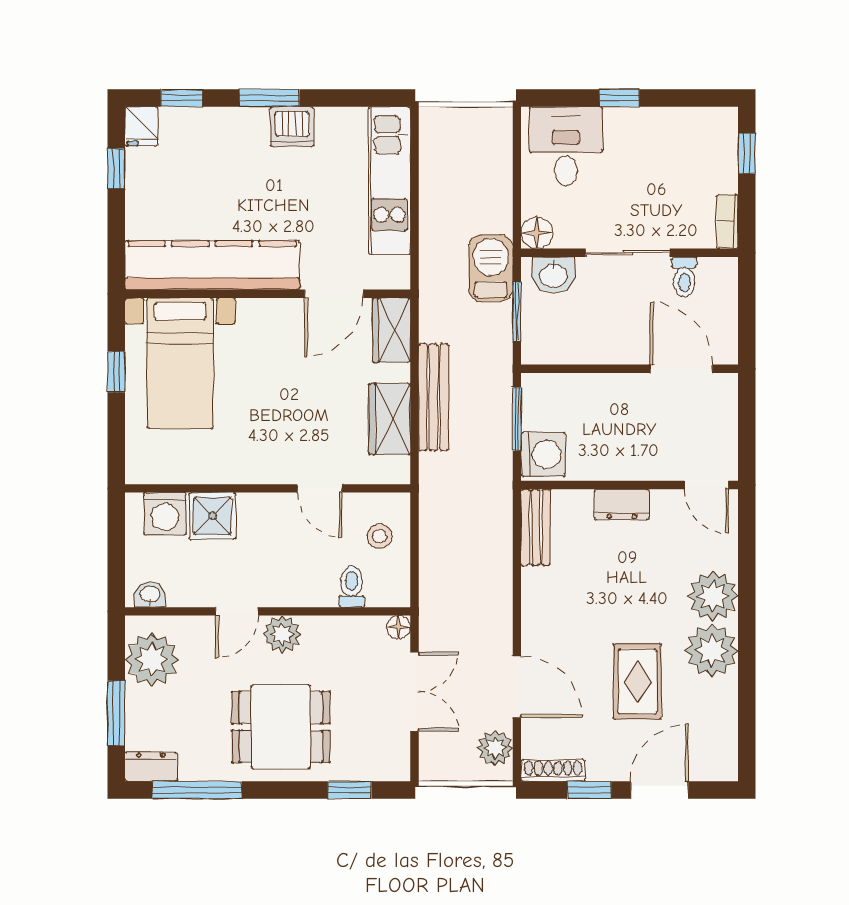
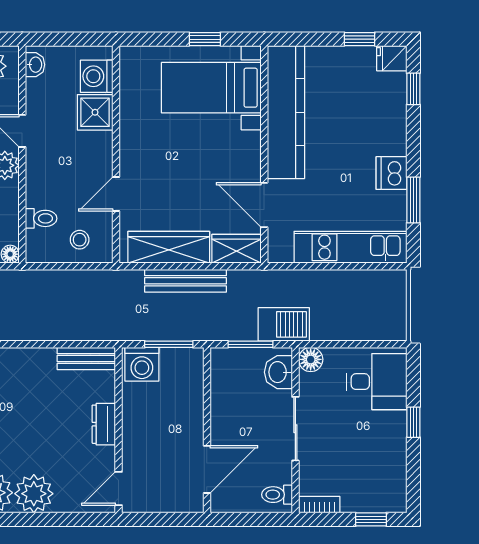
window: (269, 98) -> (413, 200), moved
toilet: (684, 277) -> (277, 495), moved
wardrobe: (390, 419) -> (169, 247), width x1.50

